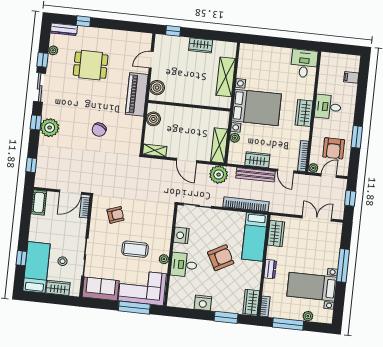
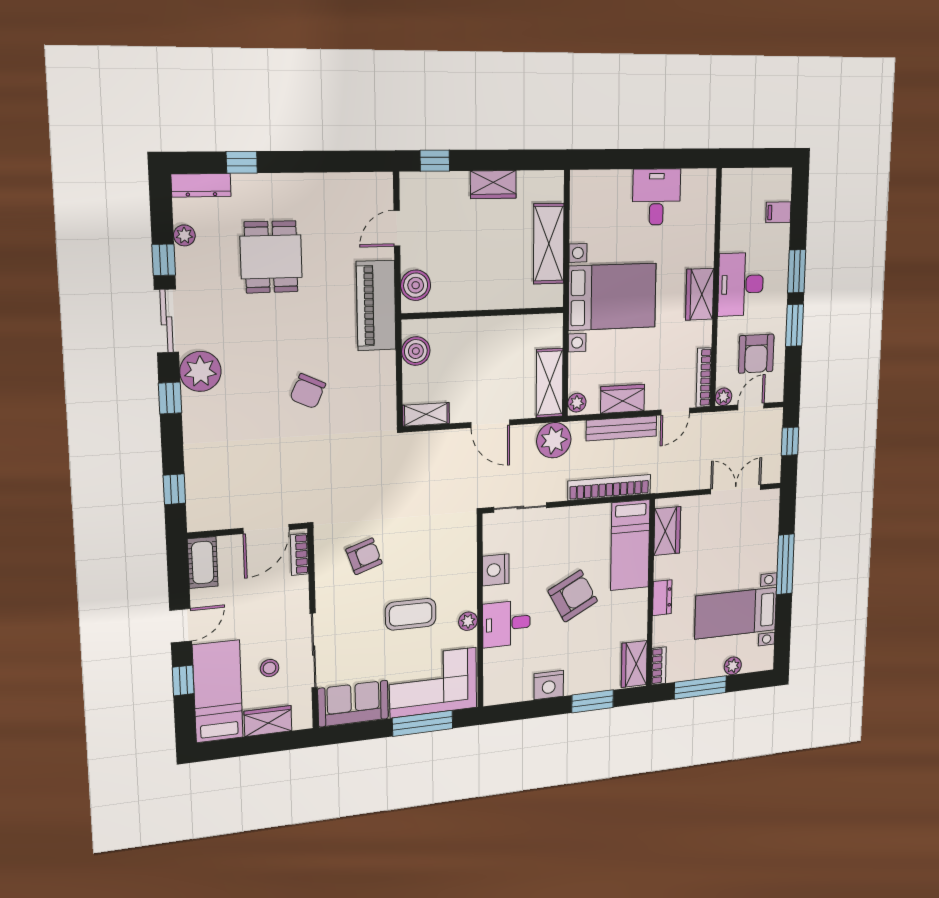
desk: (304, 64) -> (656, 197), moved
dining table: (91, 65) -> (271, 257), turned 90
desk: (328, 107) -> (741, 284), width x1.37
window: (360, 109) -> (797, 271), added
plant: (50, 128) -> (200, 371), moved
plant: (235, 138) -> (577, 403), moved
door: (286, 171) -> (675, 412), hinge flipped
door: (24, 231) -> (181, 626), added

